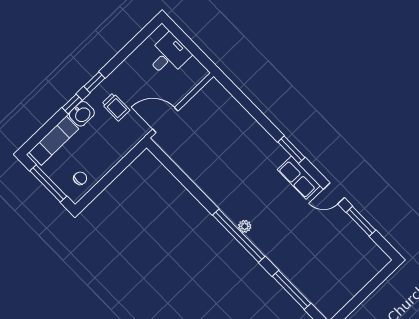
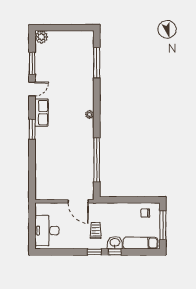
desk: (168, 55) -> (47, 231), width x1.37
door: (334, 193) -> (32, 89), hinge flipped
window: (239, 236) -> (97, 160), moved
plant: (379, 260) -> (41, 37), added

